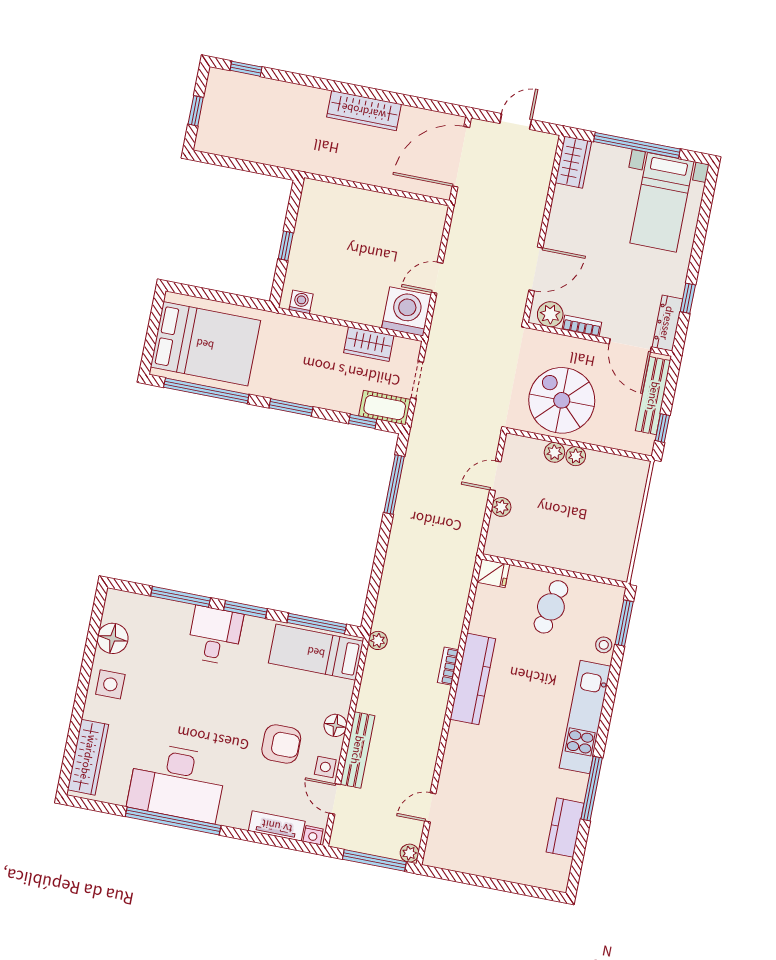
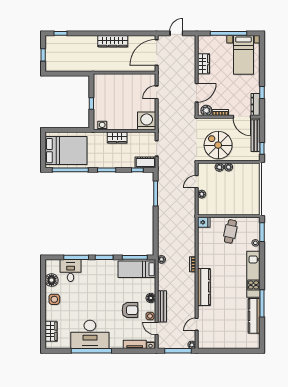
wardrobe: (573, 162) -> (204, 64), moved
door: (437, 278) -> (157, 92), moved
wardrobe: (369, 344) -> (117, 137), moved
desk: (215, 635) -> (71, 271), moved
kitchen counter: (473, 679) -> (204, 287), moved
wardrobe: (88, 757) -> (51, 331), width x0.67
kitchen counter: (565, 828) -> (254, 316), width x1.50

